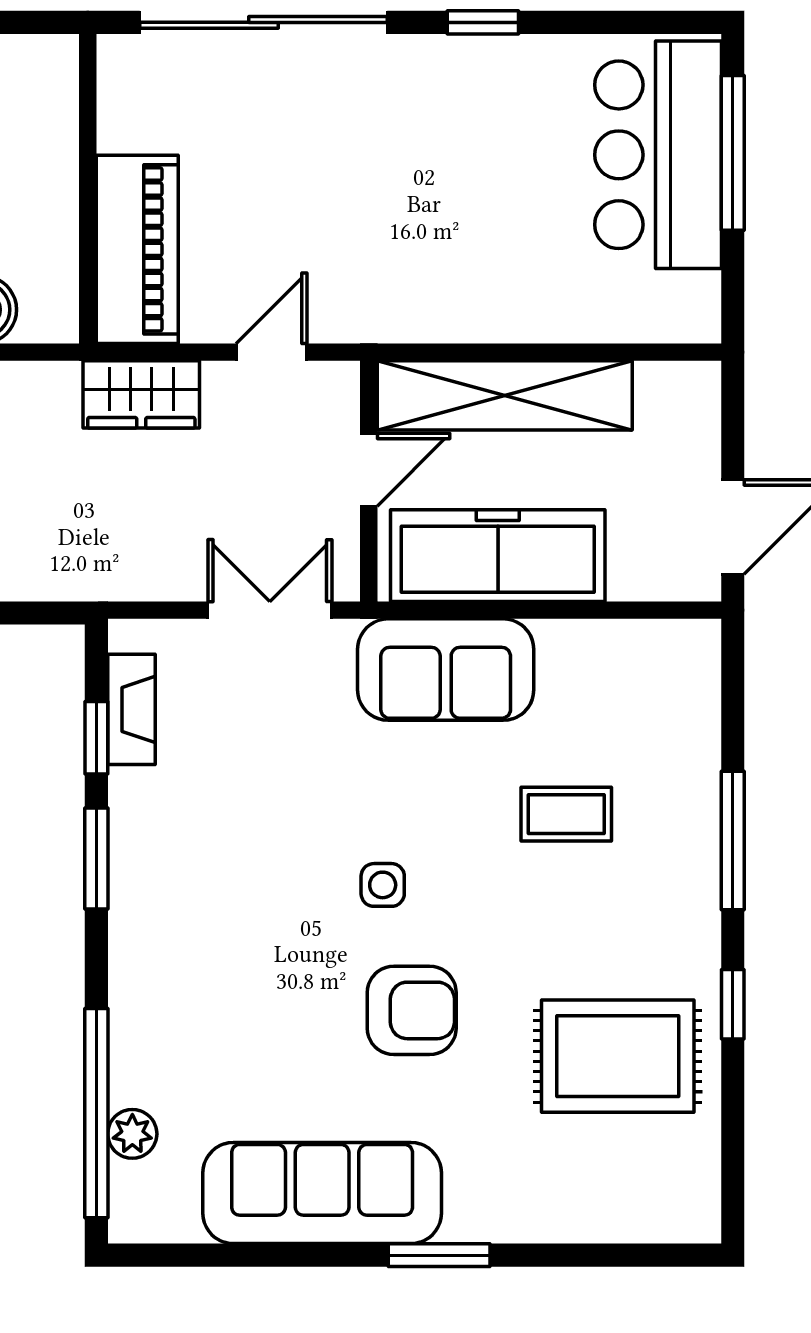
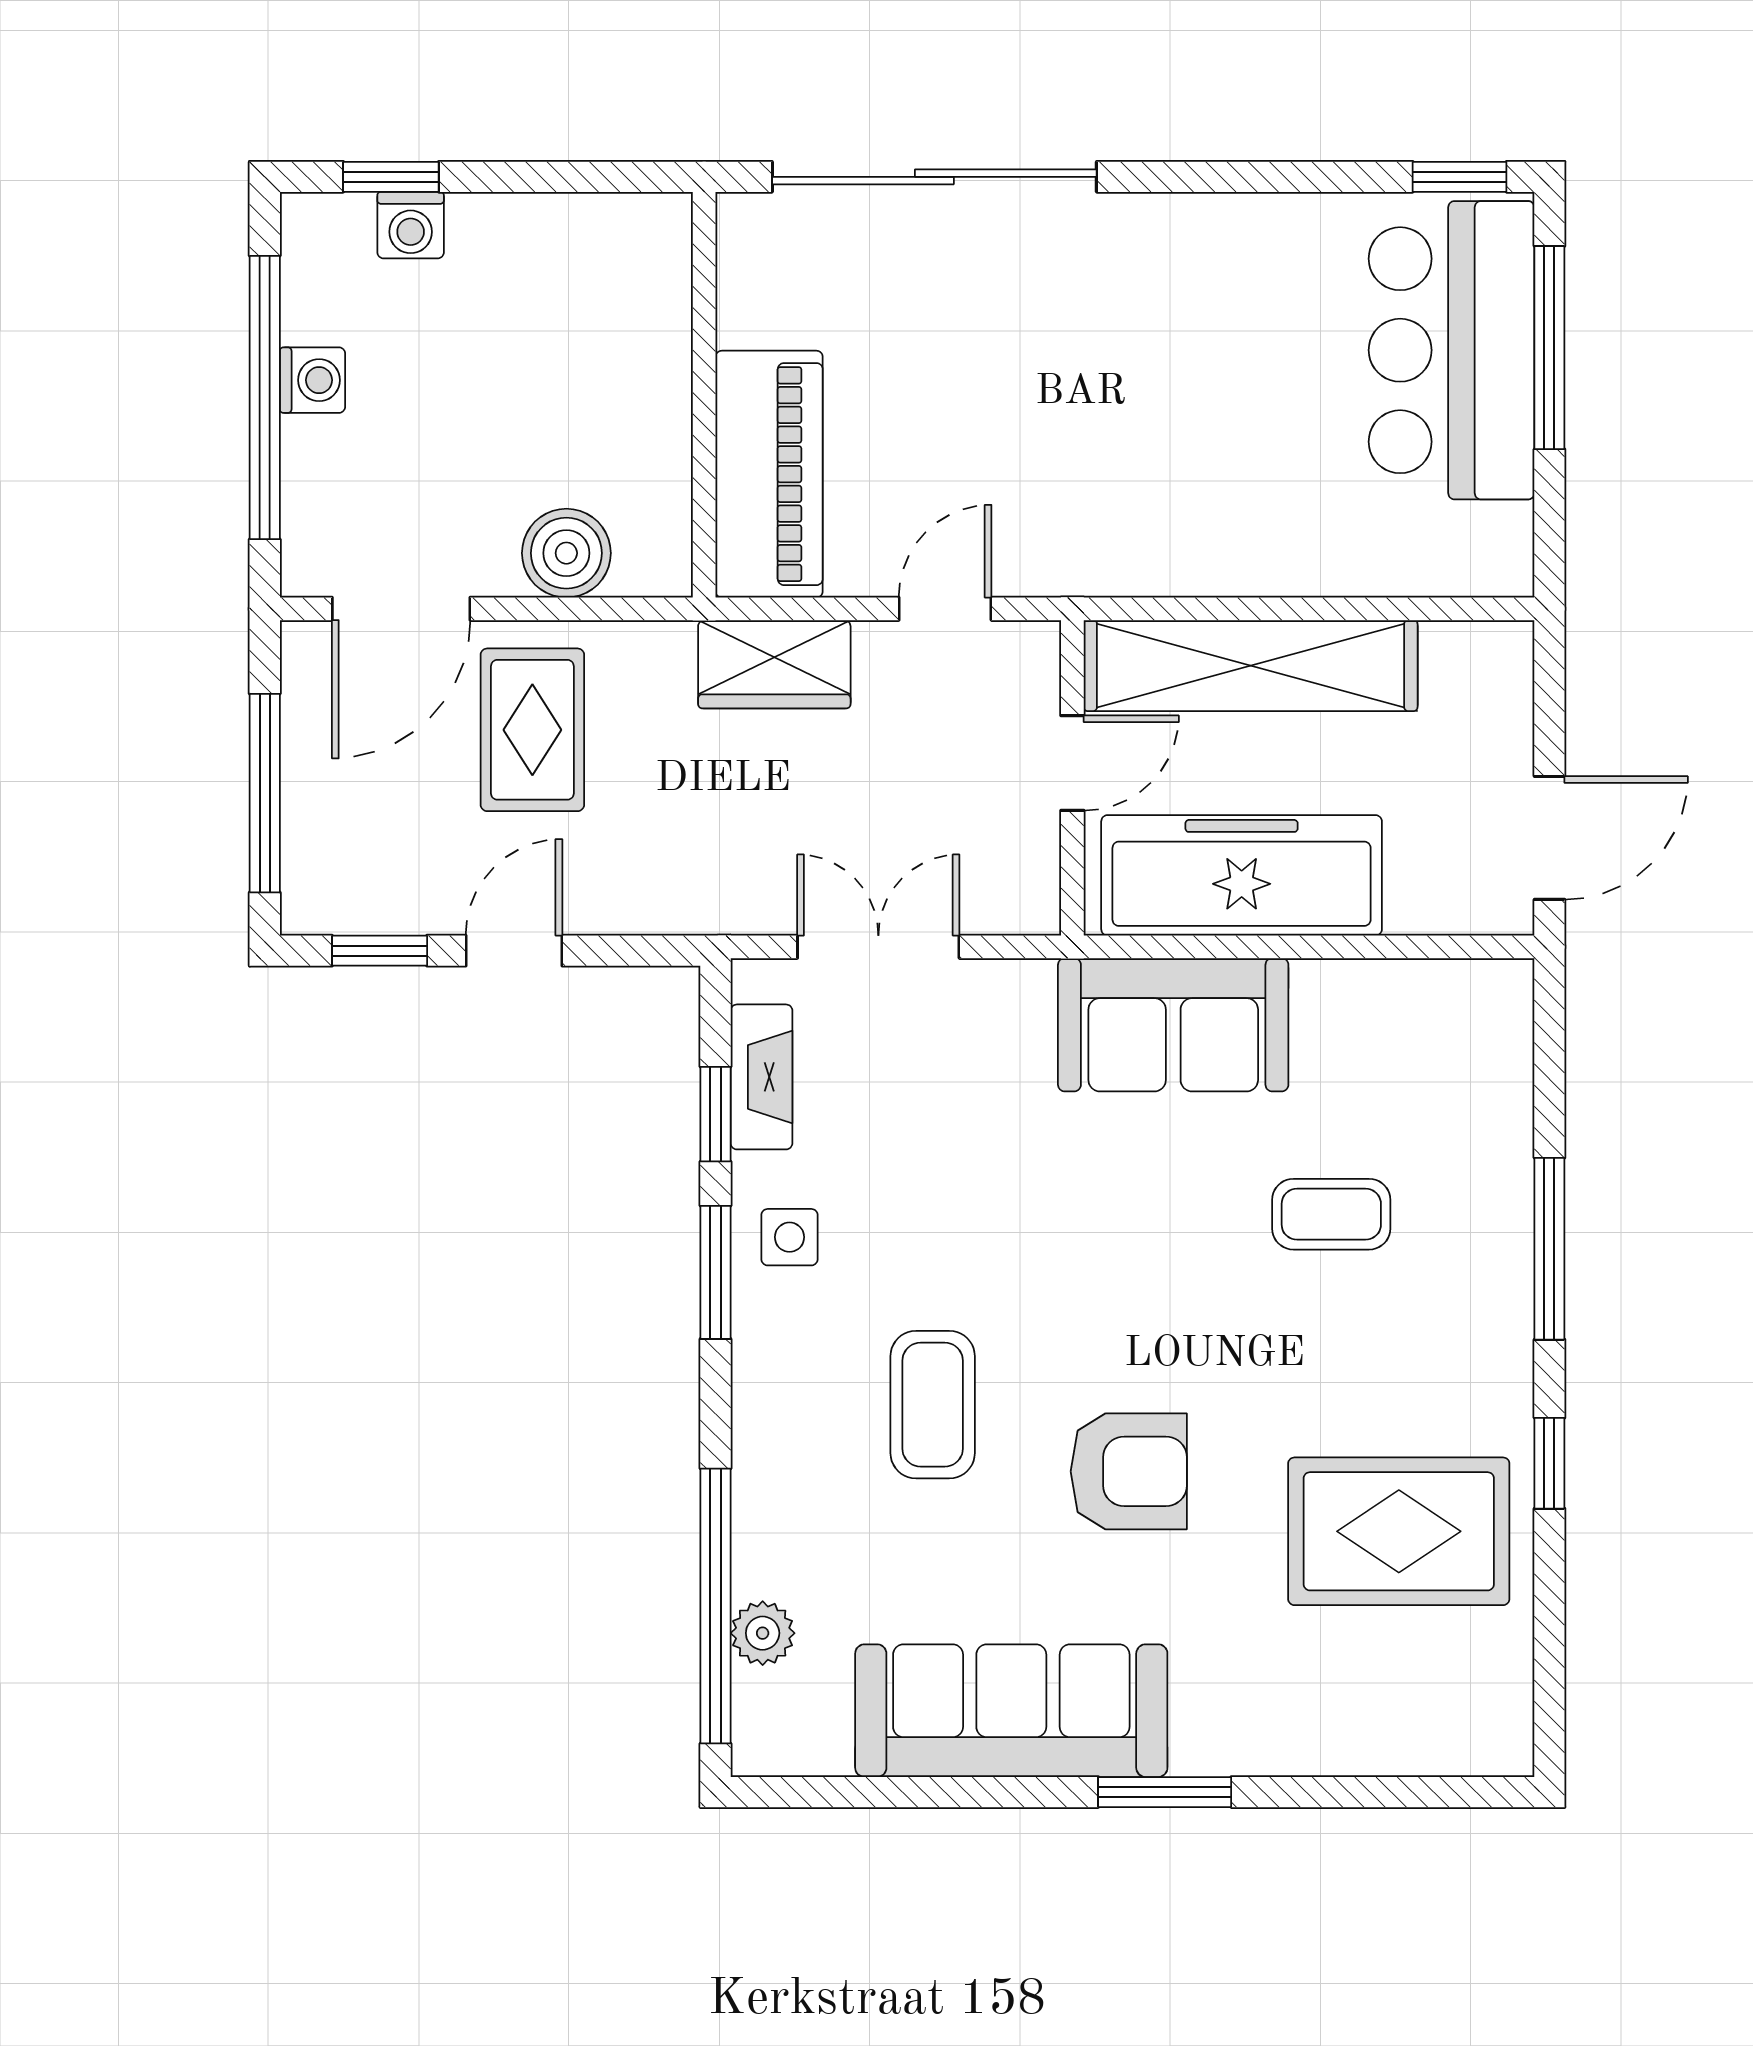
window: (483, 22) -> (1460, 177), moved
double door: (270, 610) -> (878, 947), moved
side table: (383, 885) -> (790, 1237), moved
coffee table: (262, 959) -> (933, 1405), added

